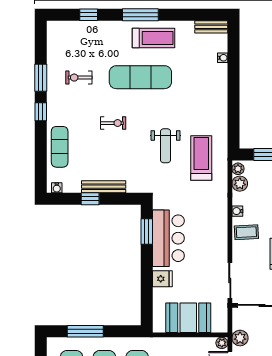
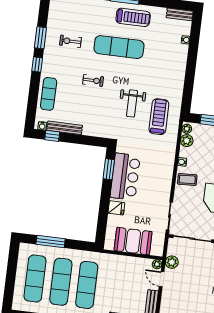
bench: (104, 187) -> (65, 128), moved
window: (90, 199) -> (52, 136), moved

